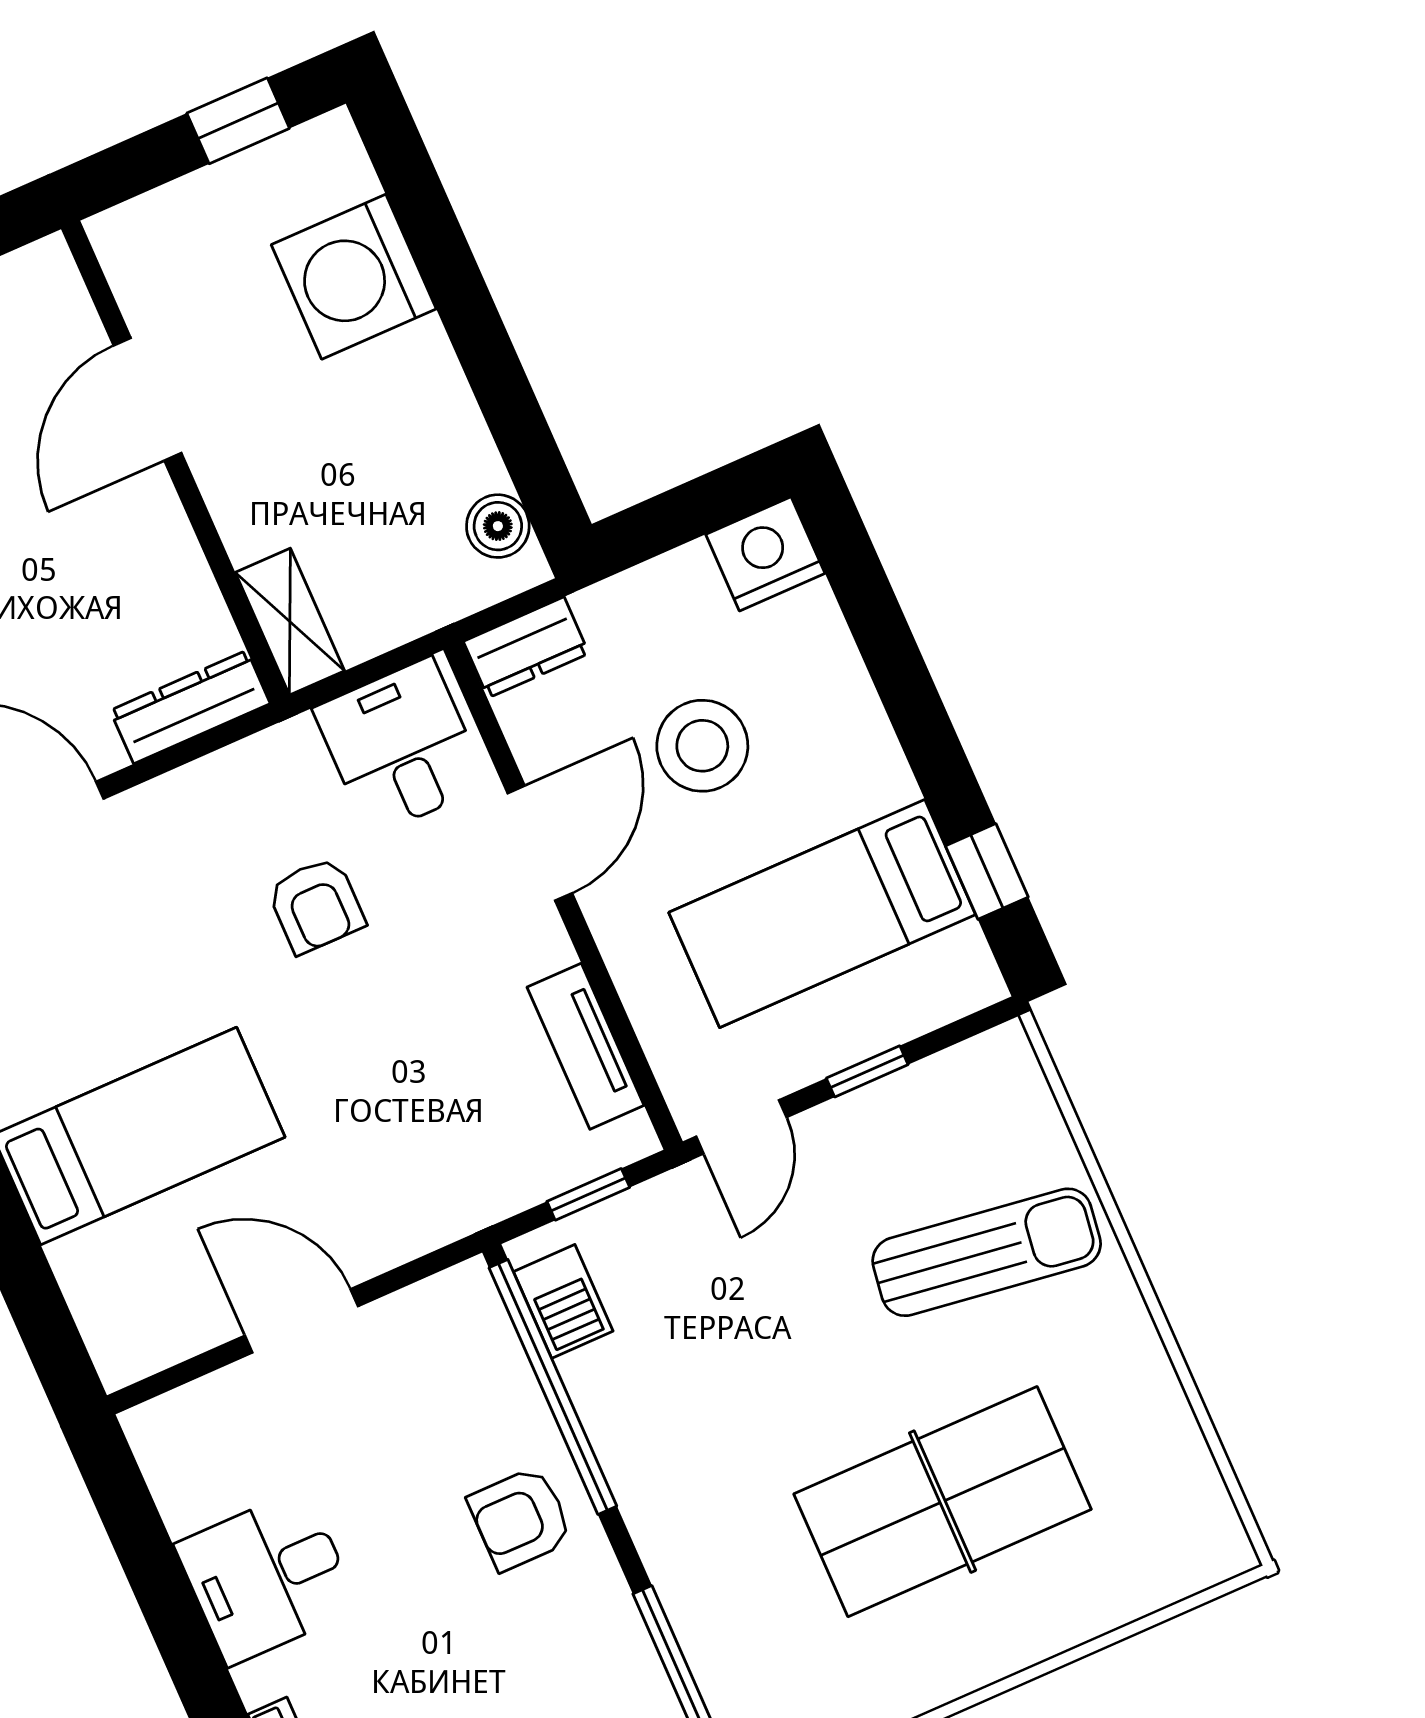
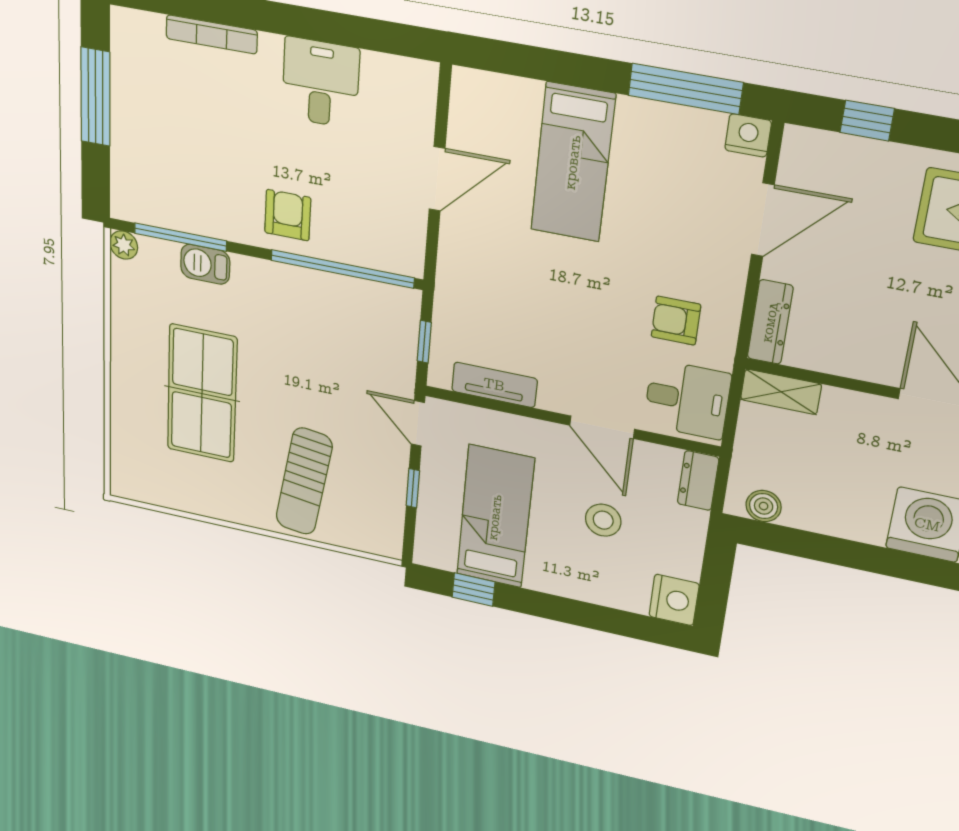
stool: (702, 746) -> (603, 520), width x0.73, depth x0.73
armchair: (316, 905) -> (676, 321), moved
barbecue: (563, 1301) -> (205, 264), moved

